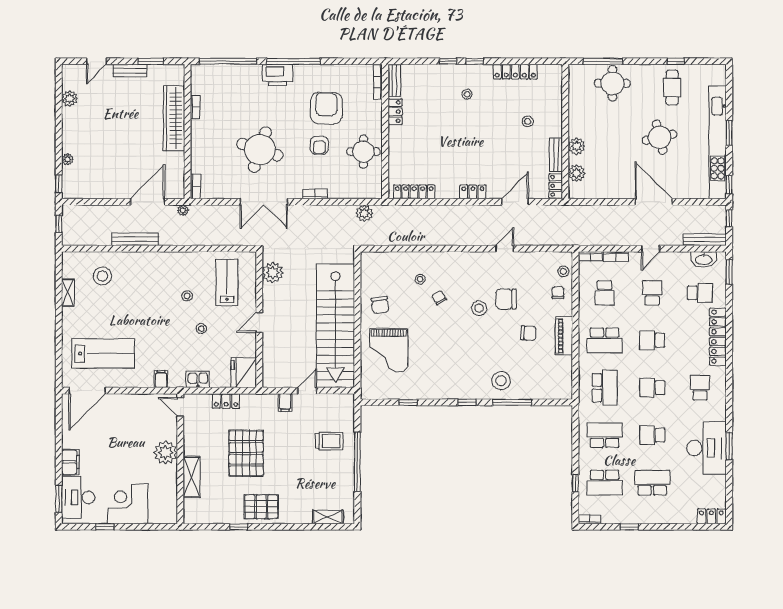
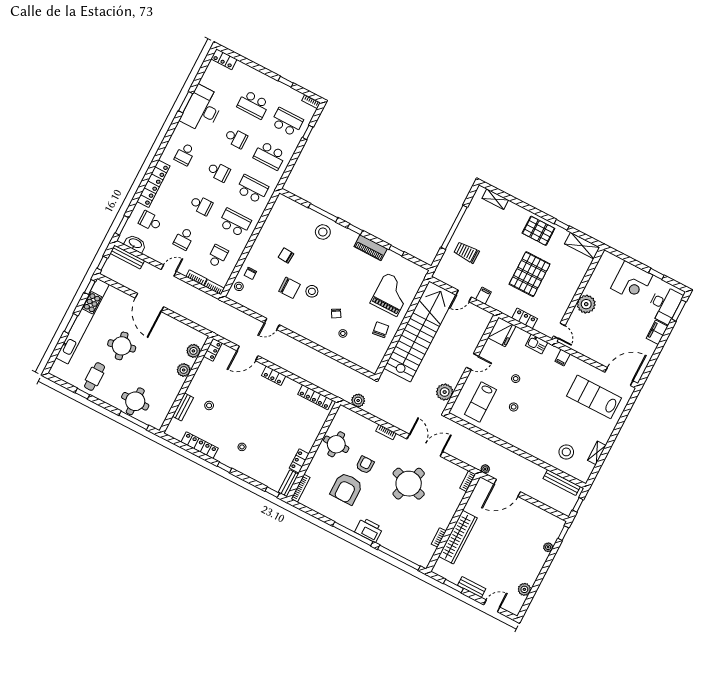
window: (448, 61) -> (272, 492), moved
bench: (556, 155) -> (183, 407), moved
bench: (135, 239) -> (562, 483), moved
piano: (564, 336) -> (371, 248), moved, turned 90
school desk: (605, 388) -> (252, 189), turned 90
shelving: (191, 477) -> (582, 246), moved, turned 90

